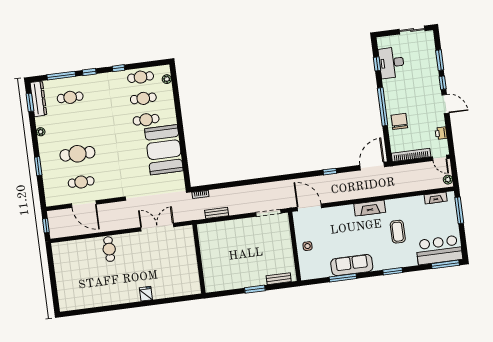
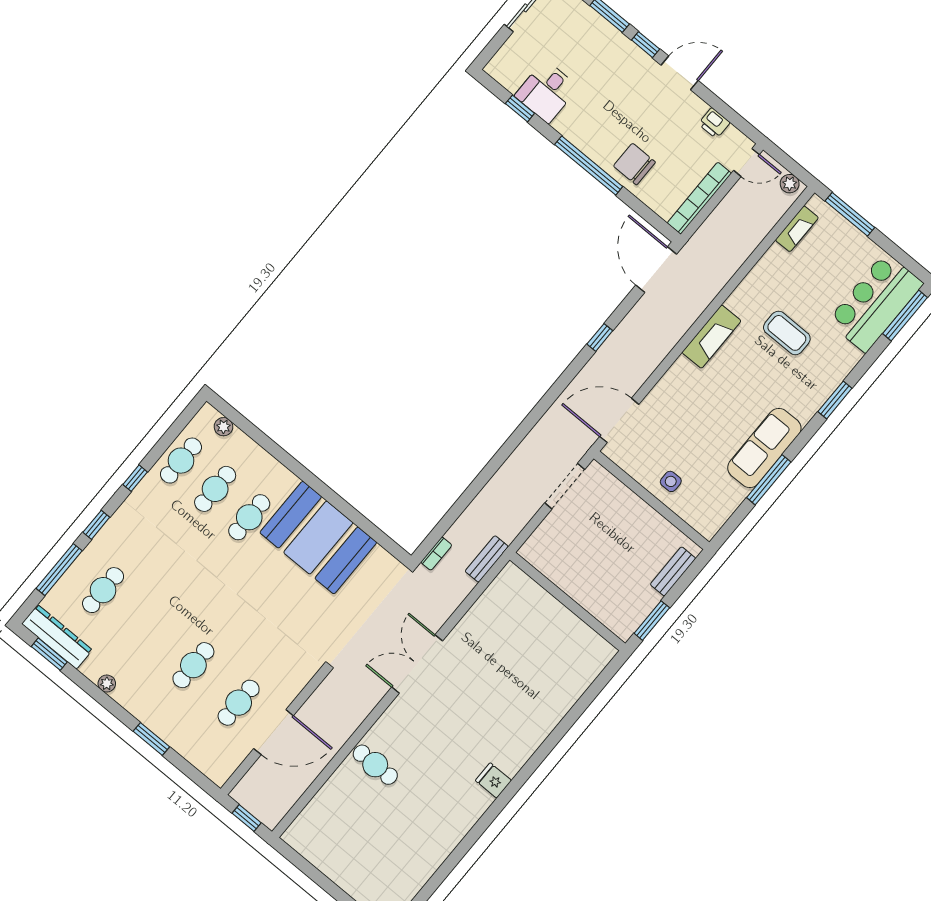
desk: (391, 63) -> (547, 92), width x0.73
cafe table: (77, 154) -> (193, 665), width x0.73, depth x0.74
wall: (199, 259) -> (567, 602), moved

